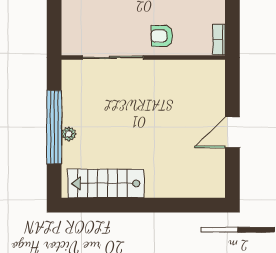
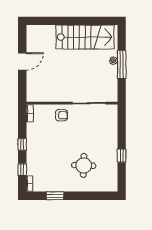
window: (54, 127) -> (122, 64), width x0.68
stairs: (106, 183) -> (85, 37), width x1.36, depth x1.51

